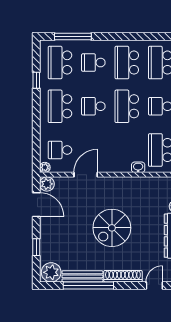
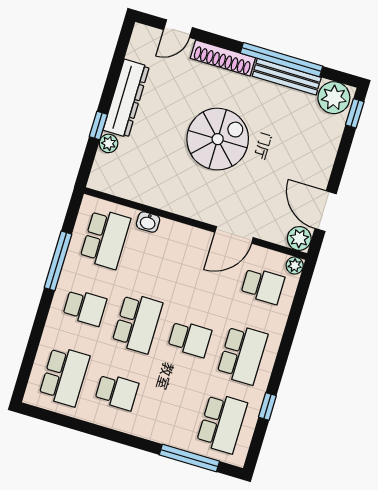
school desk: (93, 63) -> (169, 407), removed
school desk: (127, 63) -> (117, 392), width x0.54
window: (36, 247) -> (355, 113), moved

